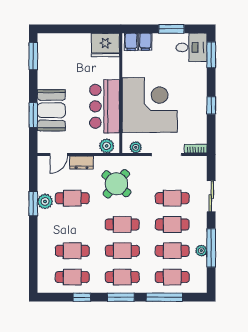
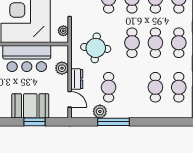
plant: (107, 146) -> (62, 68), moved
round table: (116, 184) -> (96, 48), turned -36
plant: (45, 201) -> (100, 111), moved
window: (33, 204) -> (113, 122), width x1.44

